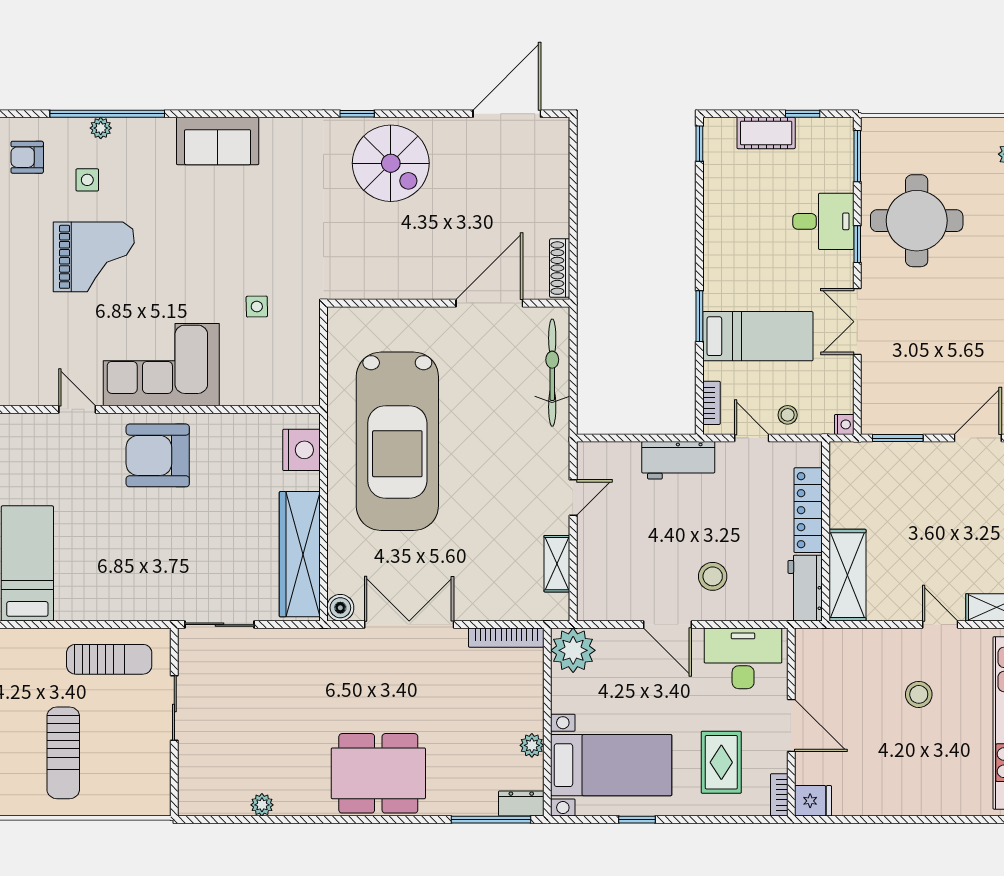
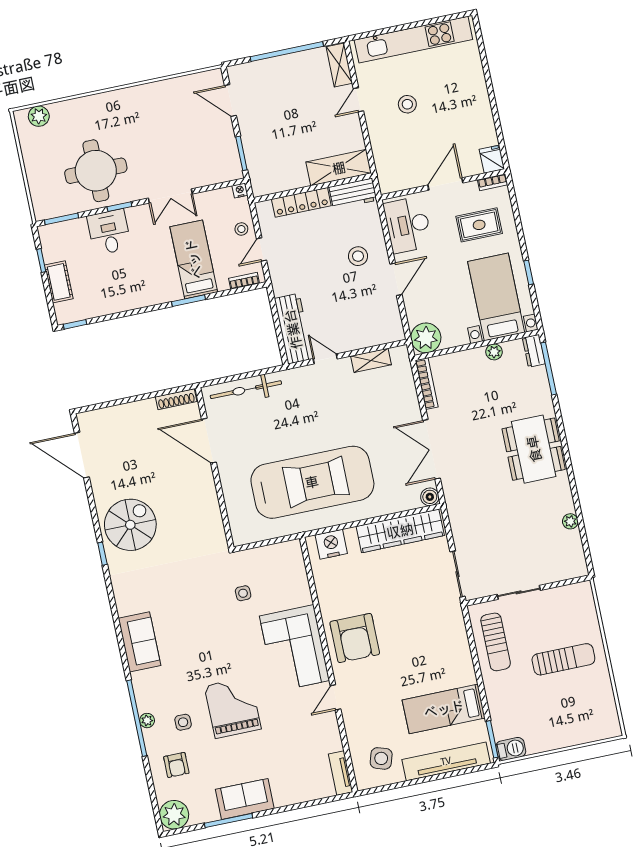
workbench: (678, 460) -> (293, 329), moved, width x1.37
sun lounger: (109, 659) -> (496, 642), turned 180

